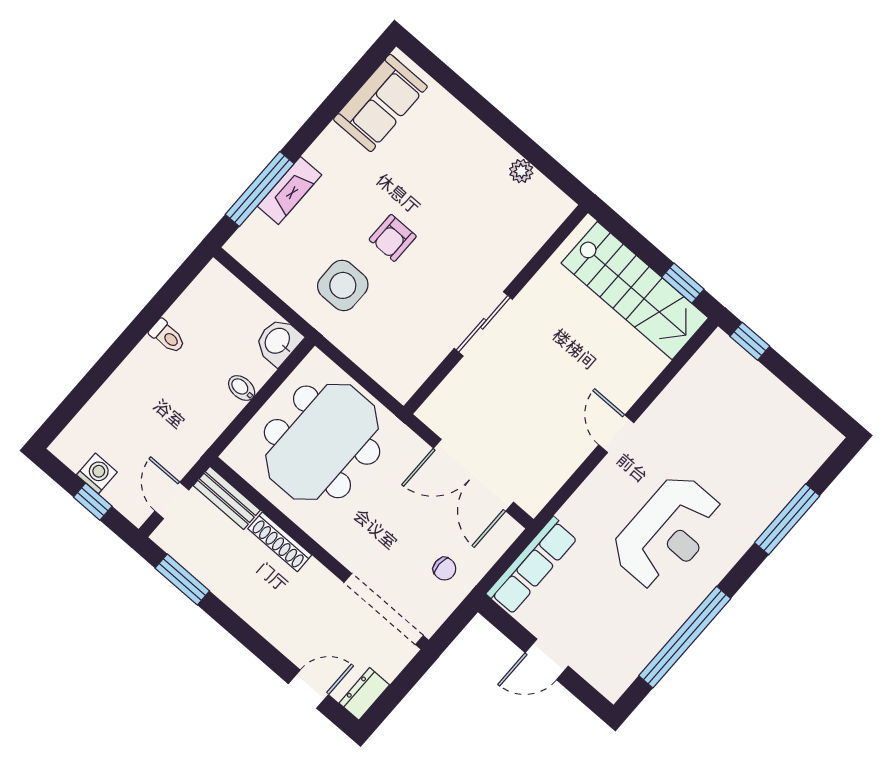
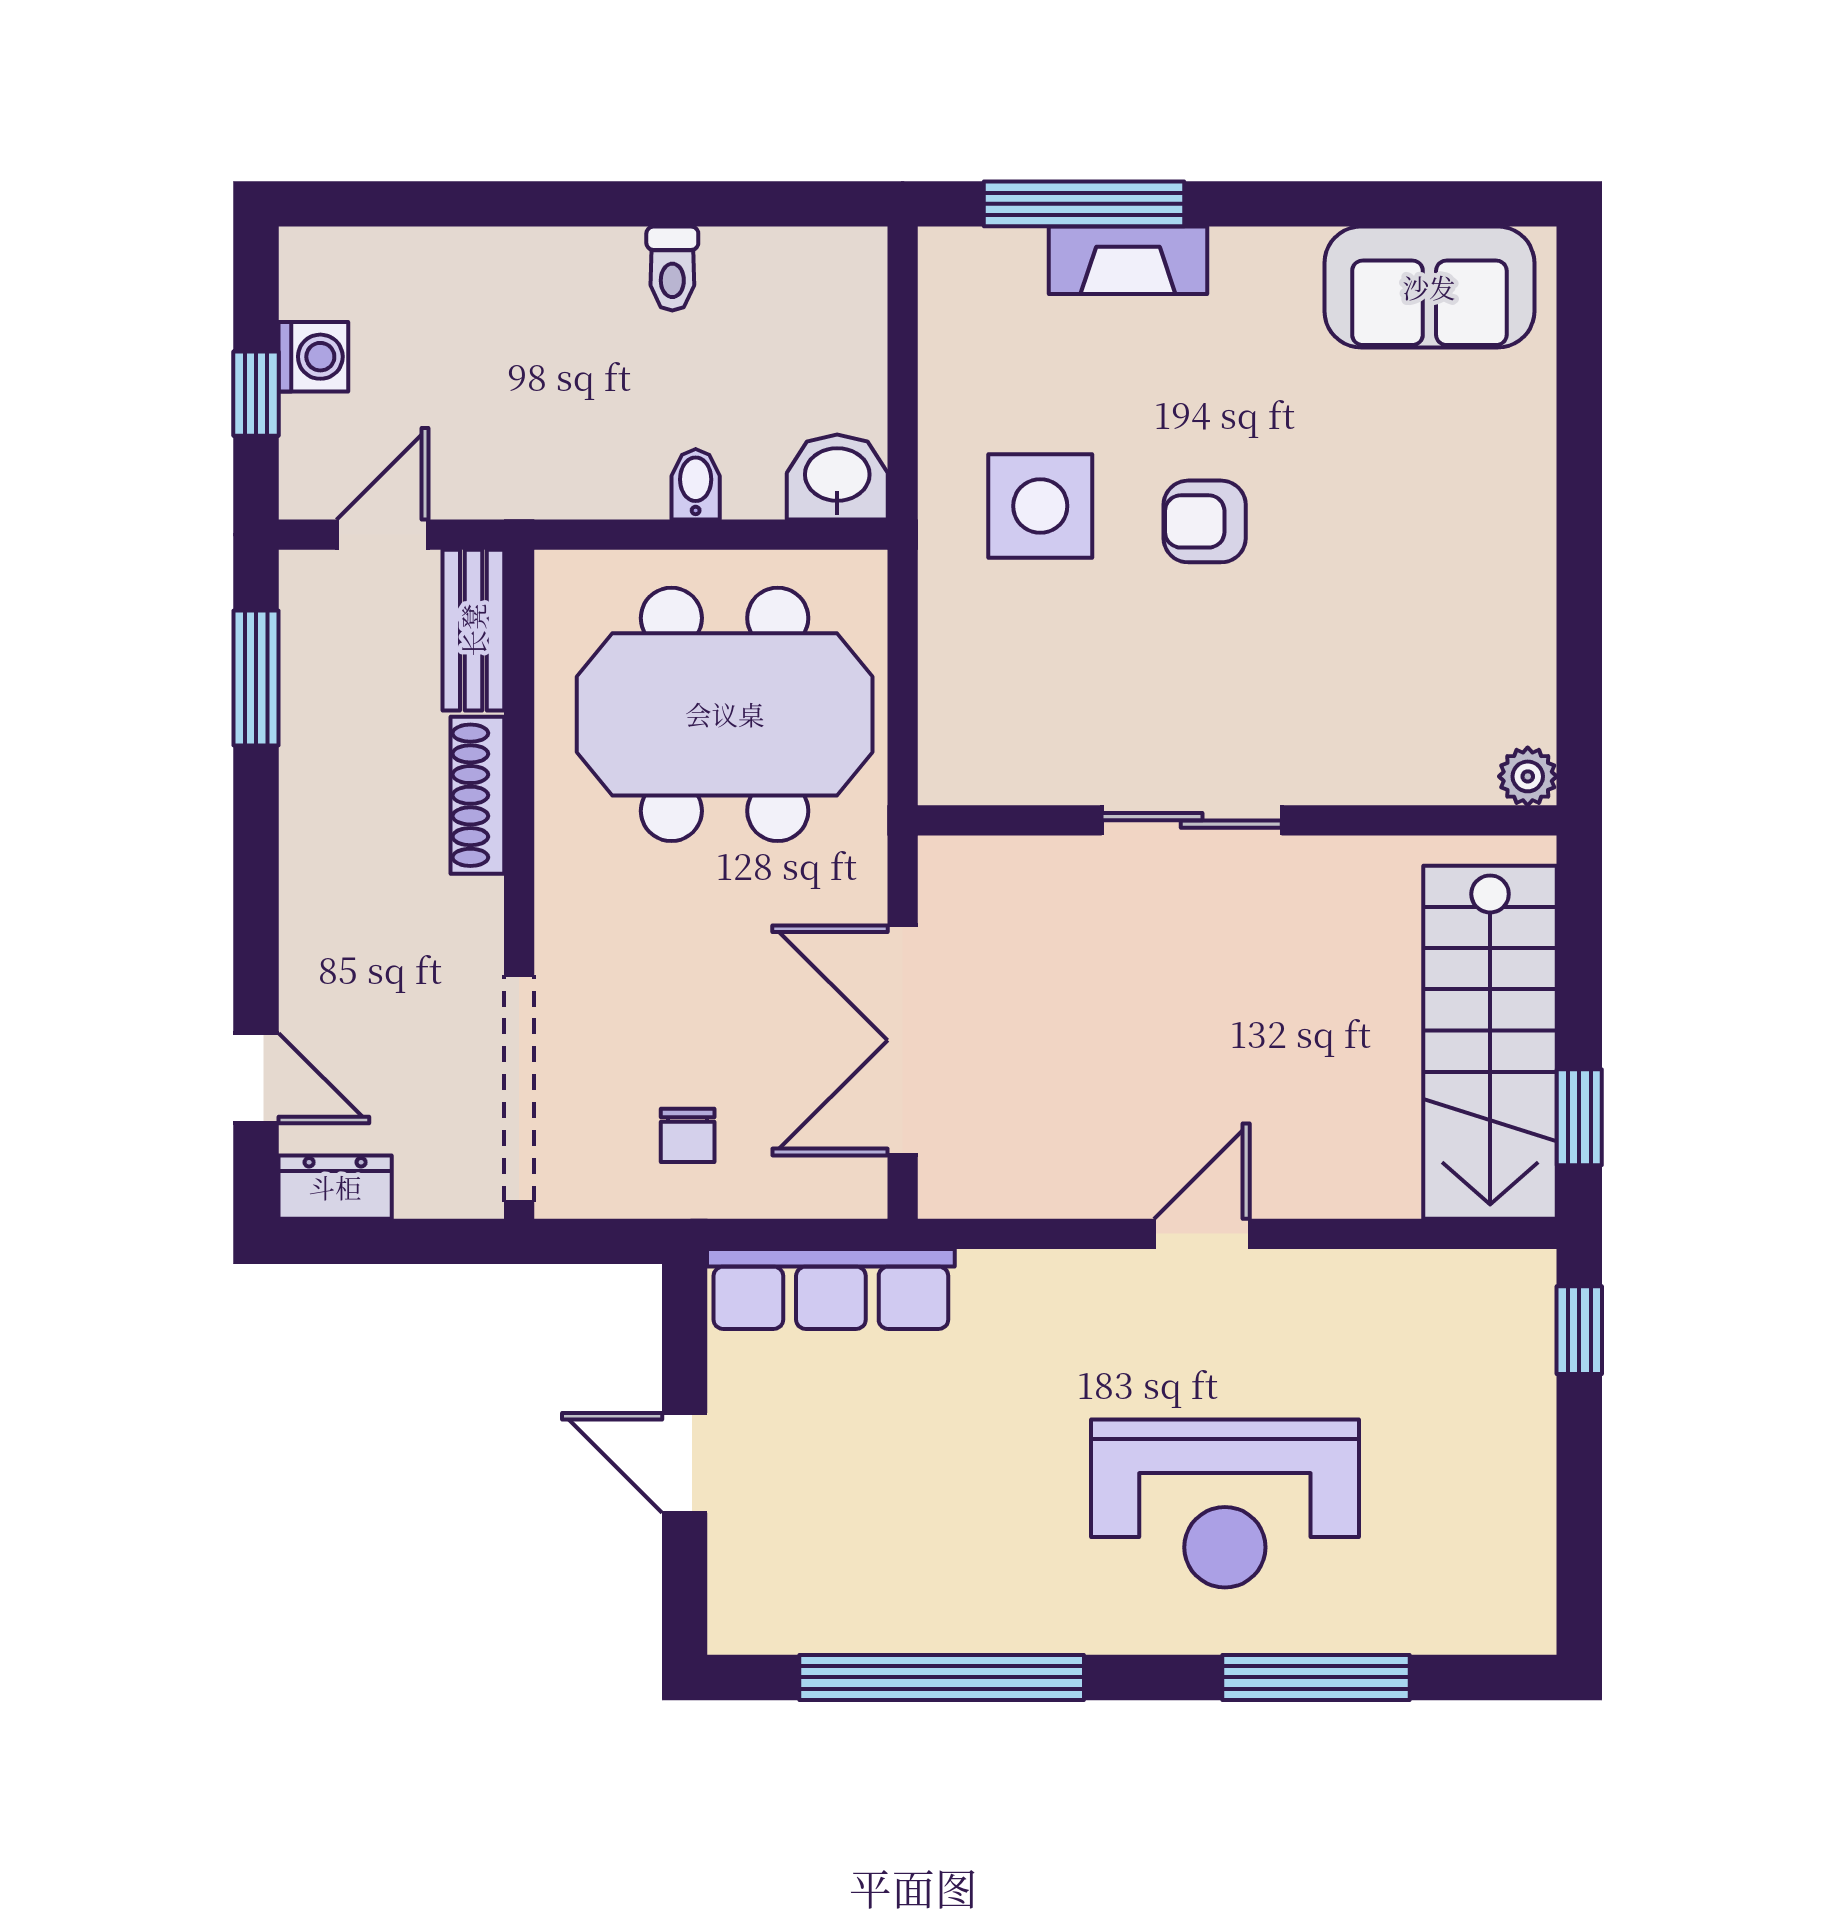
plant: (521, 171) -> (1528, 776), moved
reception desk: (668, 532) -> (1225, 1503), moved

